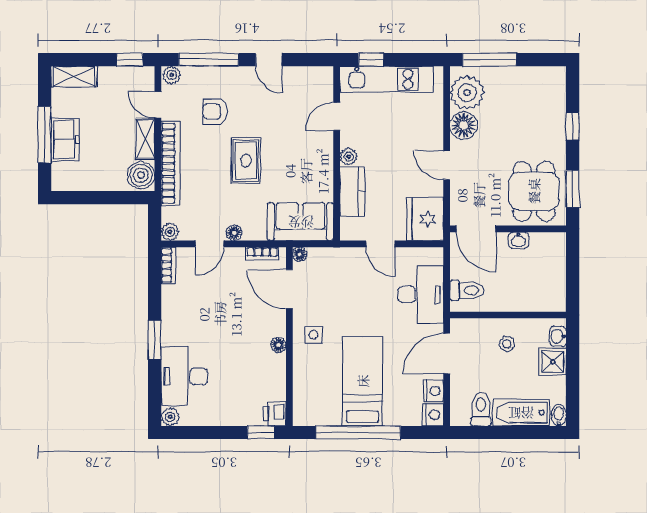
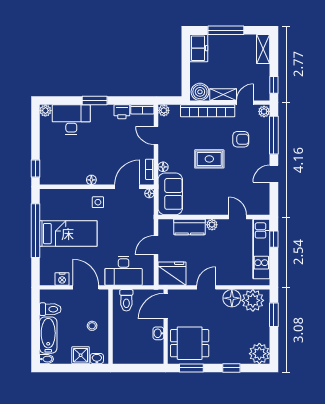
window: (489, 60) -> (274, 315), width x0.69
plant: (550, 82) -> (259, 354), added
armchair: (215, 111) -> (241, 139), turned 90
freezer: (65, 139) -> (199, 48), moved, turned -90
floor lamp: (234, 233) -> (163, 167), moved
printer: (275, 414) -> (122, 112), moved, turned 180
nightstand: (433, 415) -> (47, 279), removed

